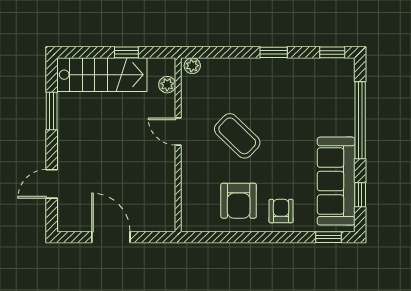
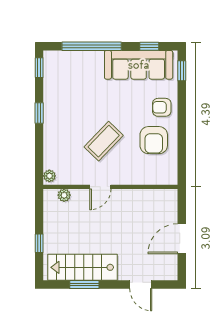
window: (126, 52) -> (39, 243), moved
stairs: (102, 75) -> (82, 267), moved, turned -90
armchair: (239, 201) -> (154, 140), turned 90

